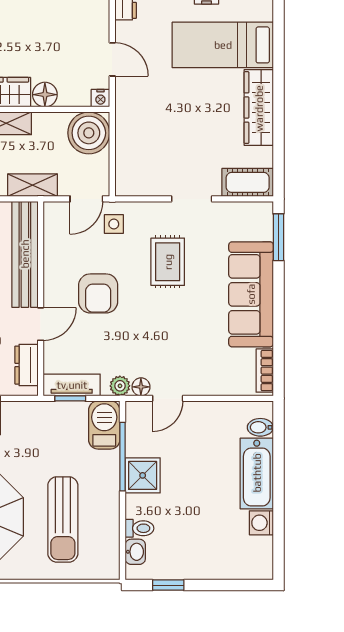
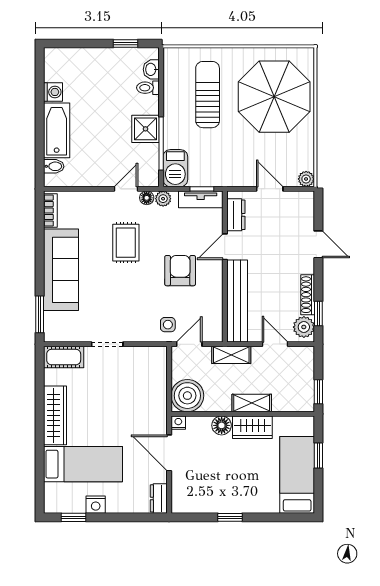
door: (112, 59) -> (169, 453), width x1.38
rug: (168, 262) -> (126, 243), moved

